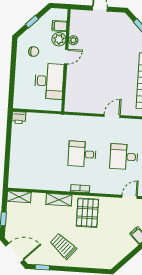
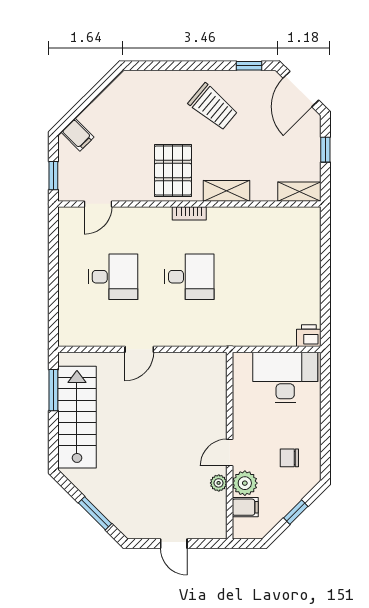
desk: (49, 81) -> (285, 378), moved, turned 90
door: (15, 253) -> (301, 89), hinge flipped

